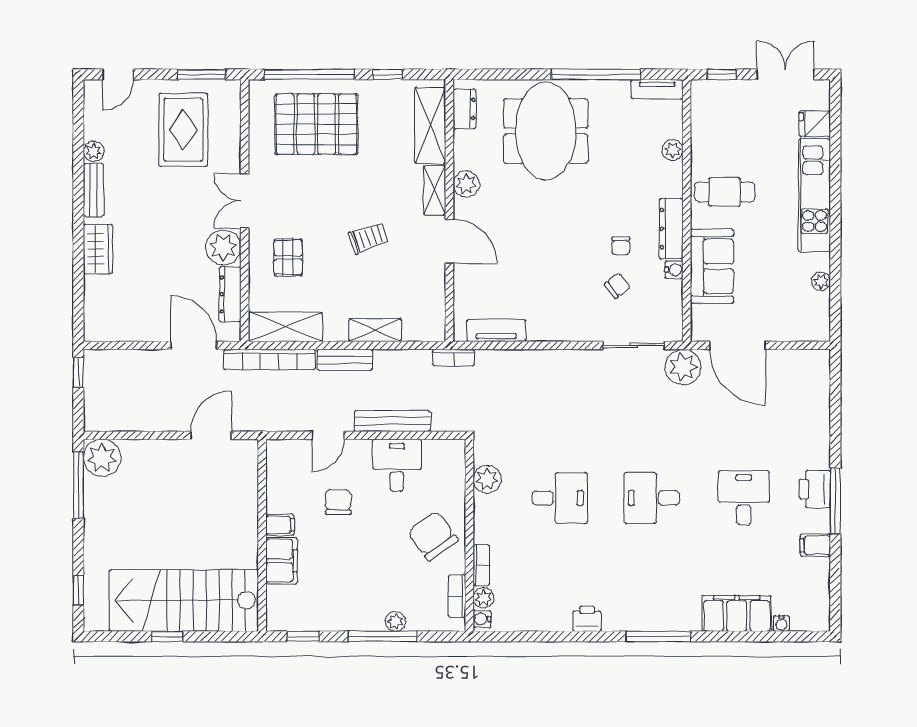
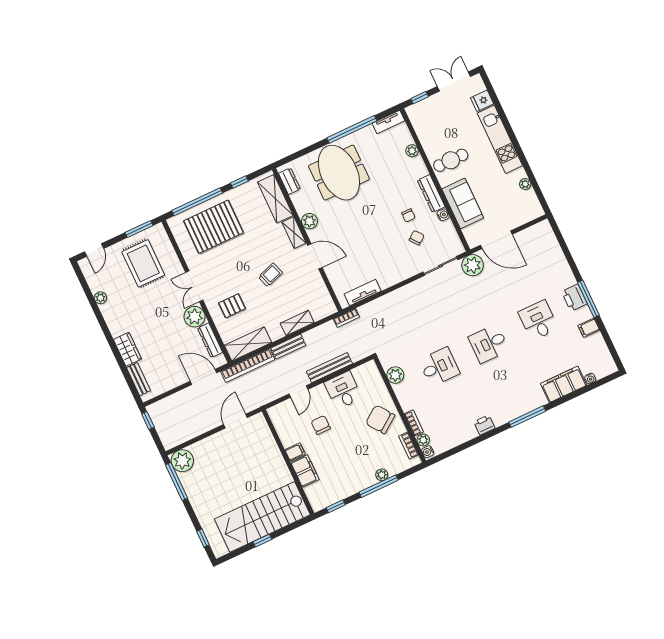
bench: (94, 190) -> (138, 379), moved
pallet: (288, 258) -> (232, 306), turned 90

